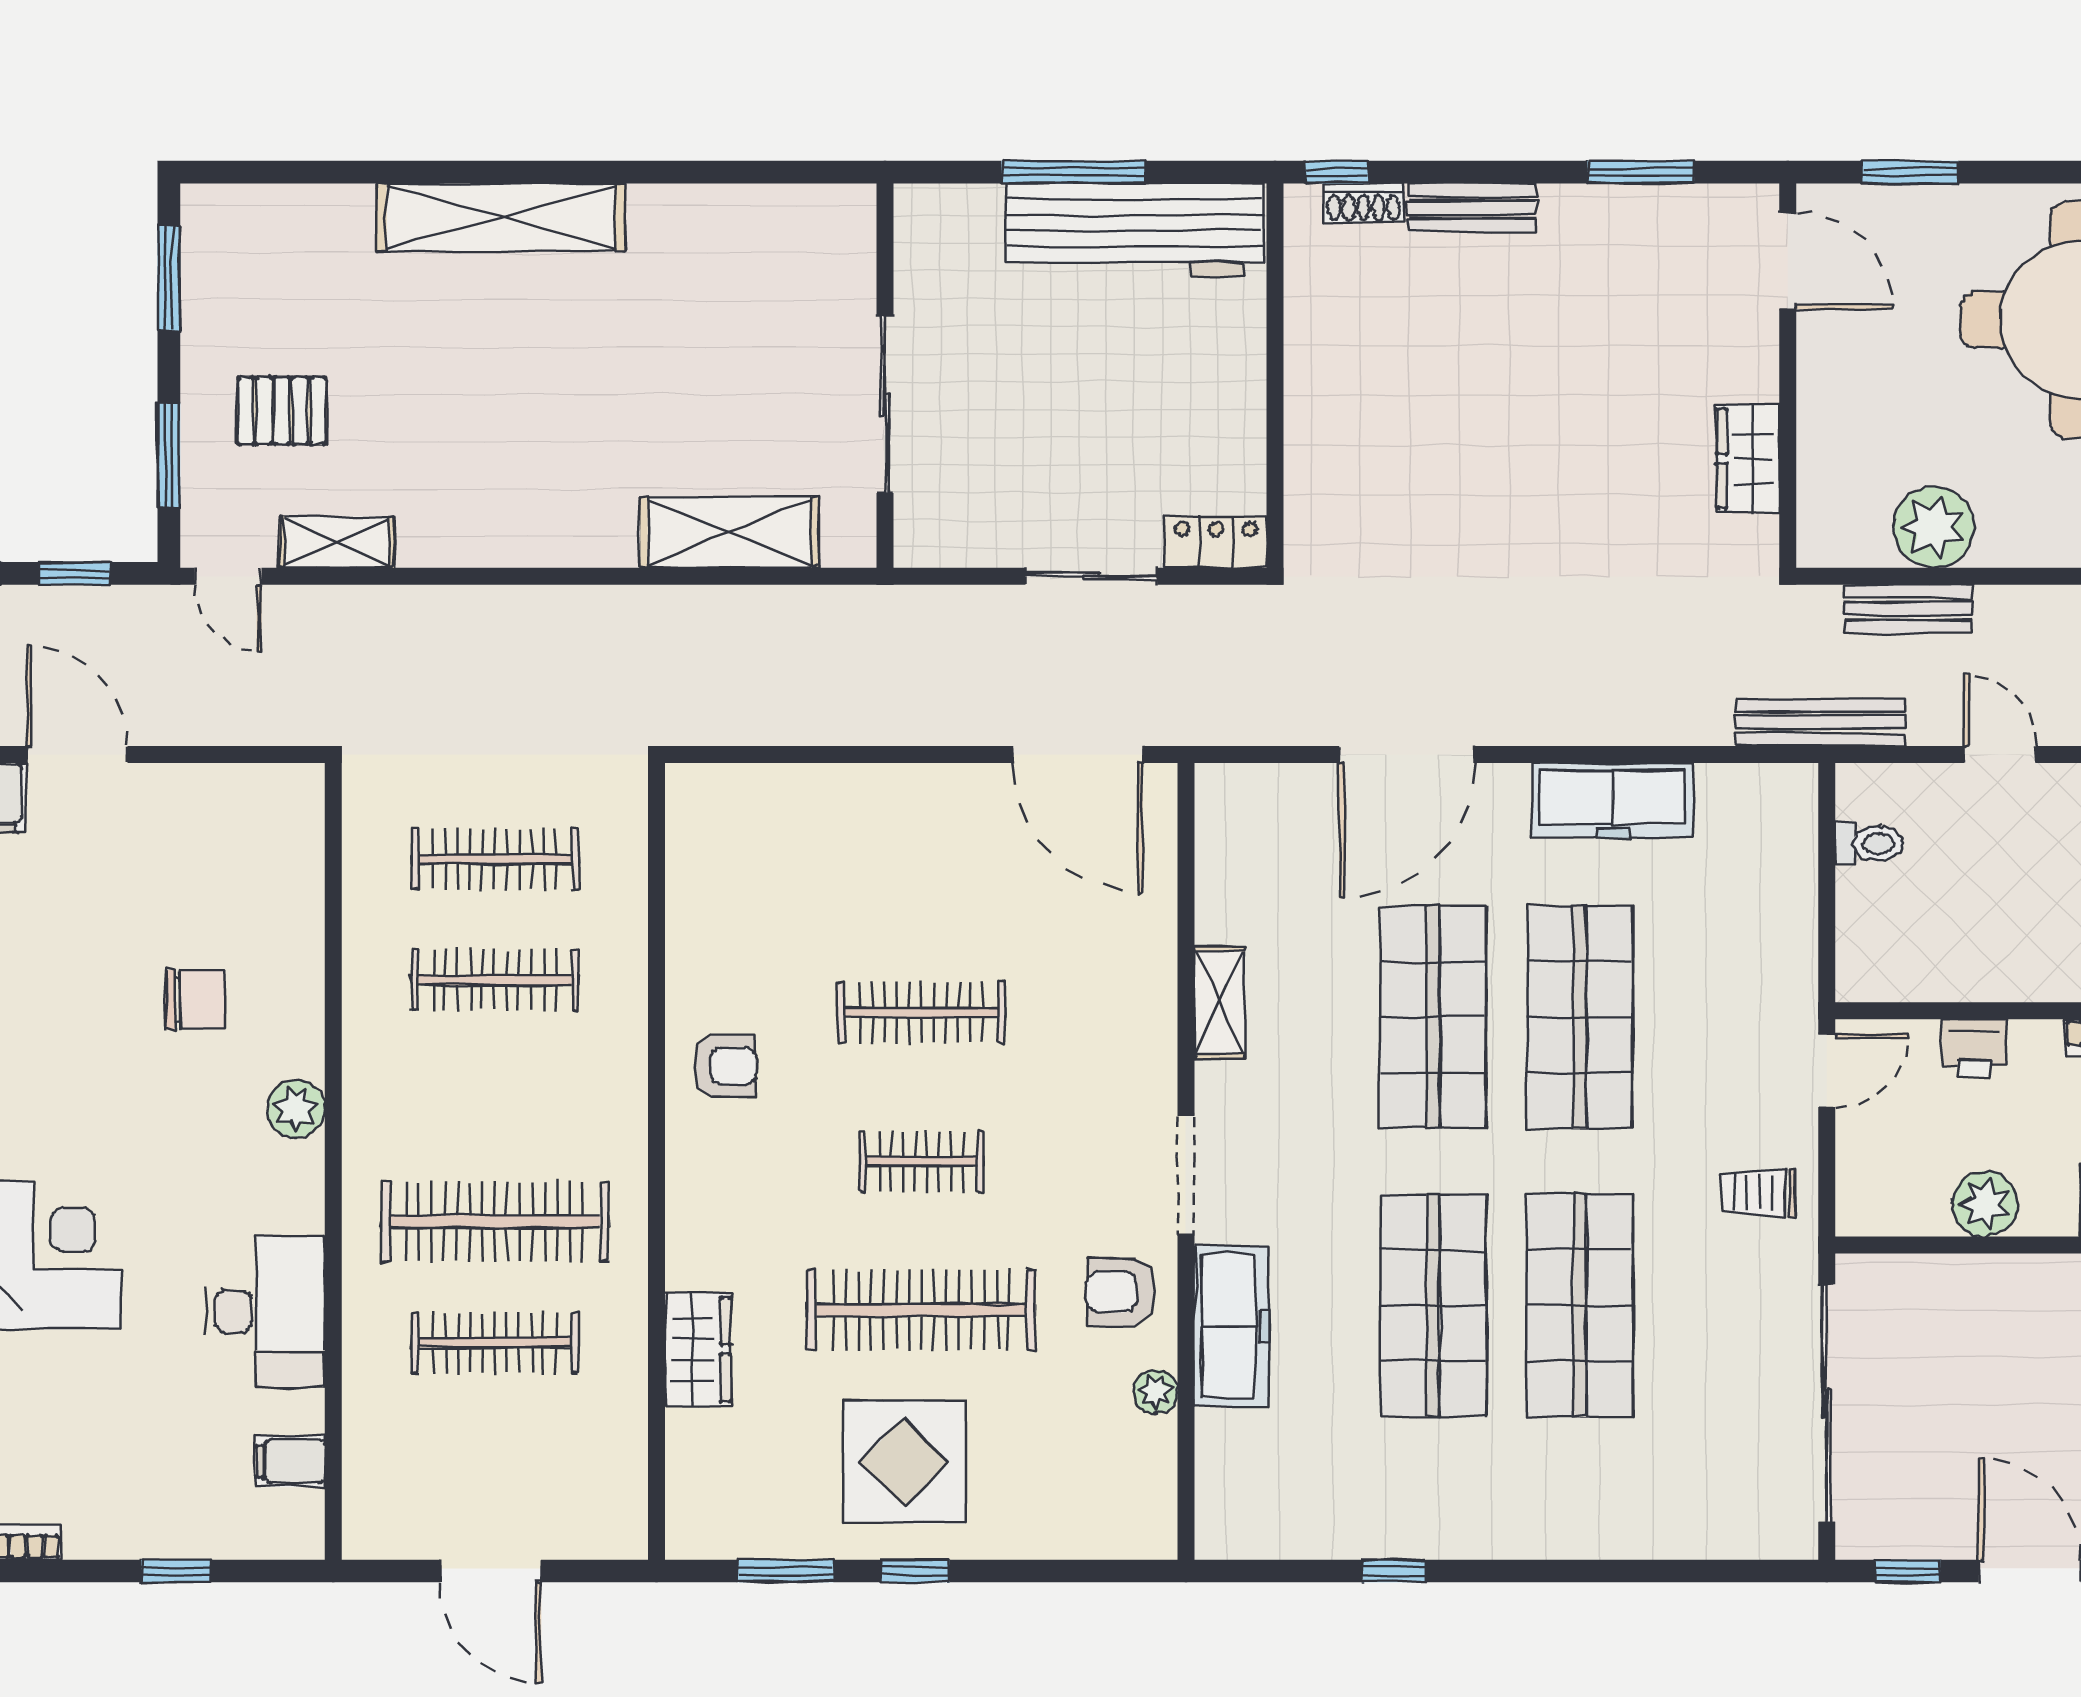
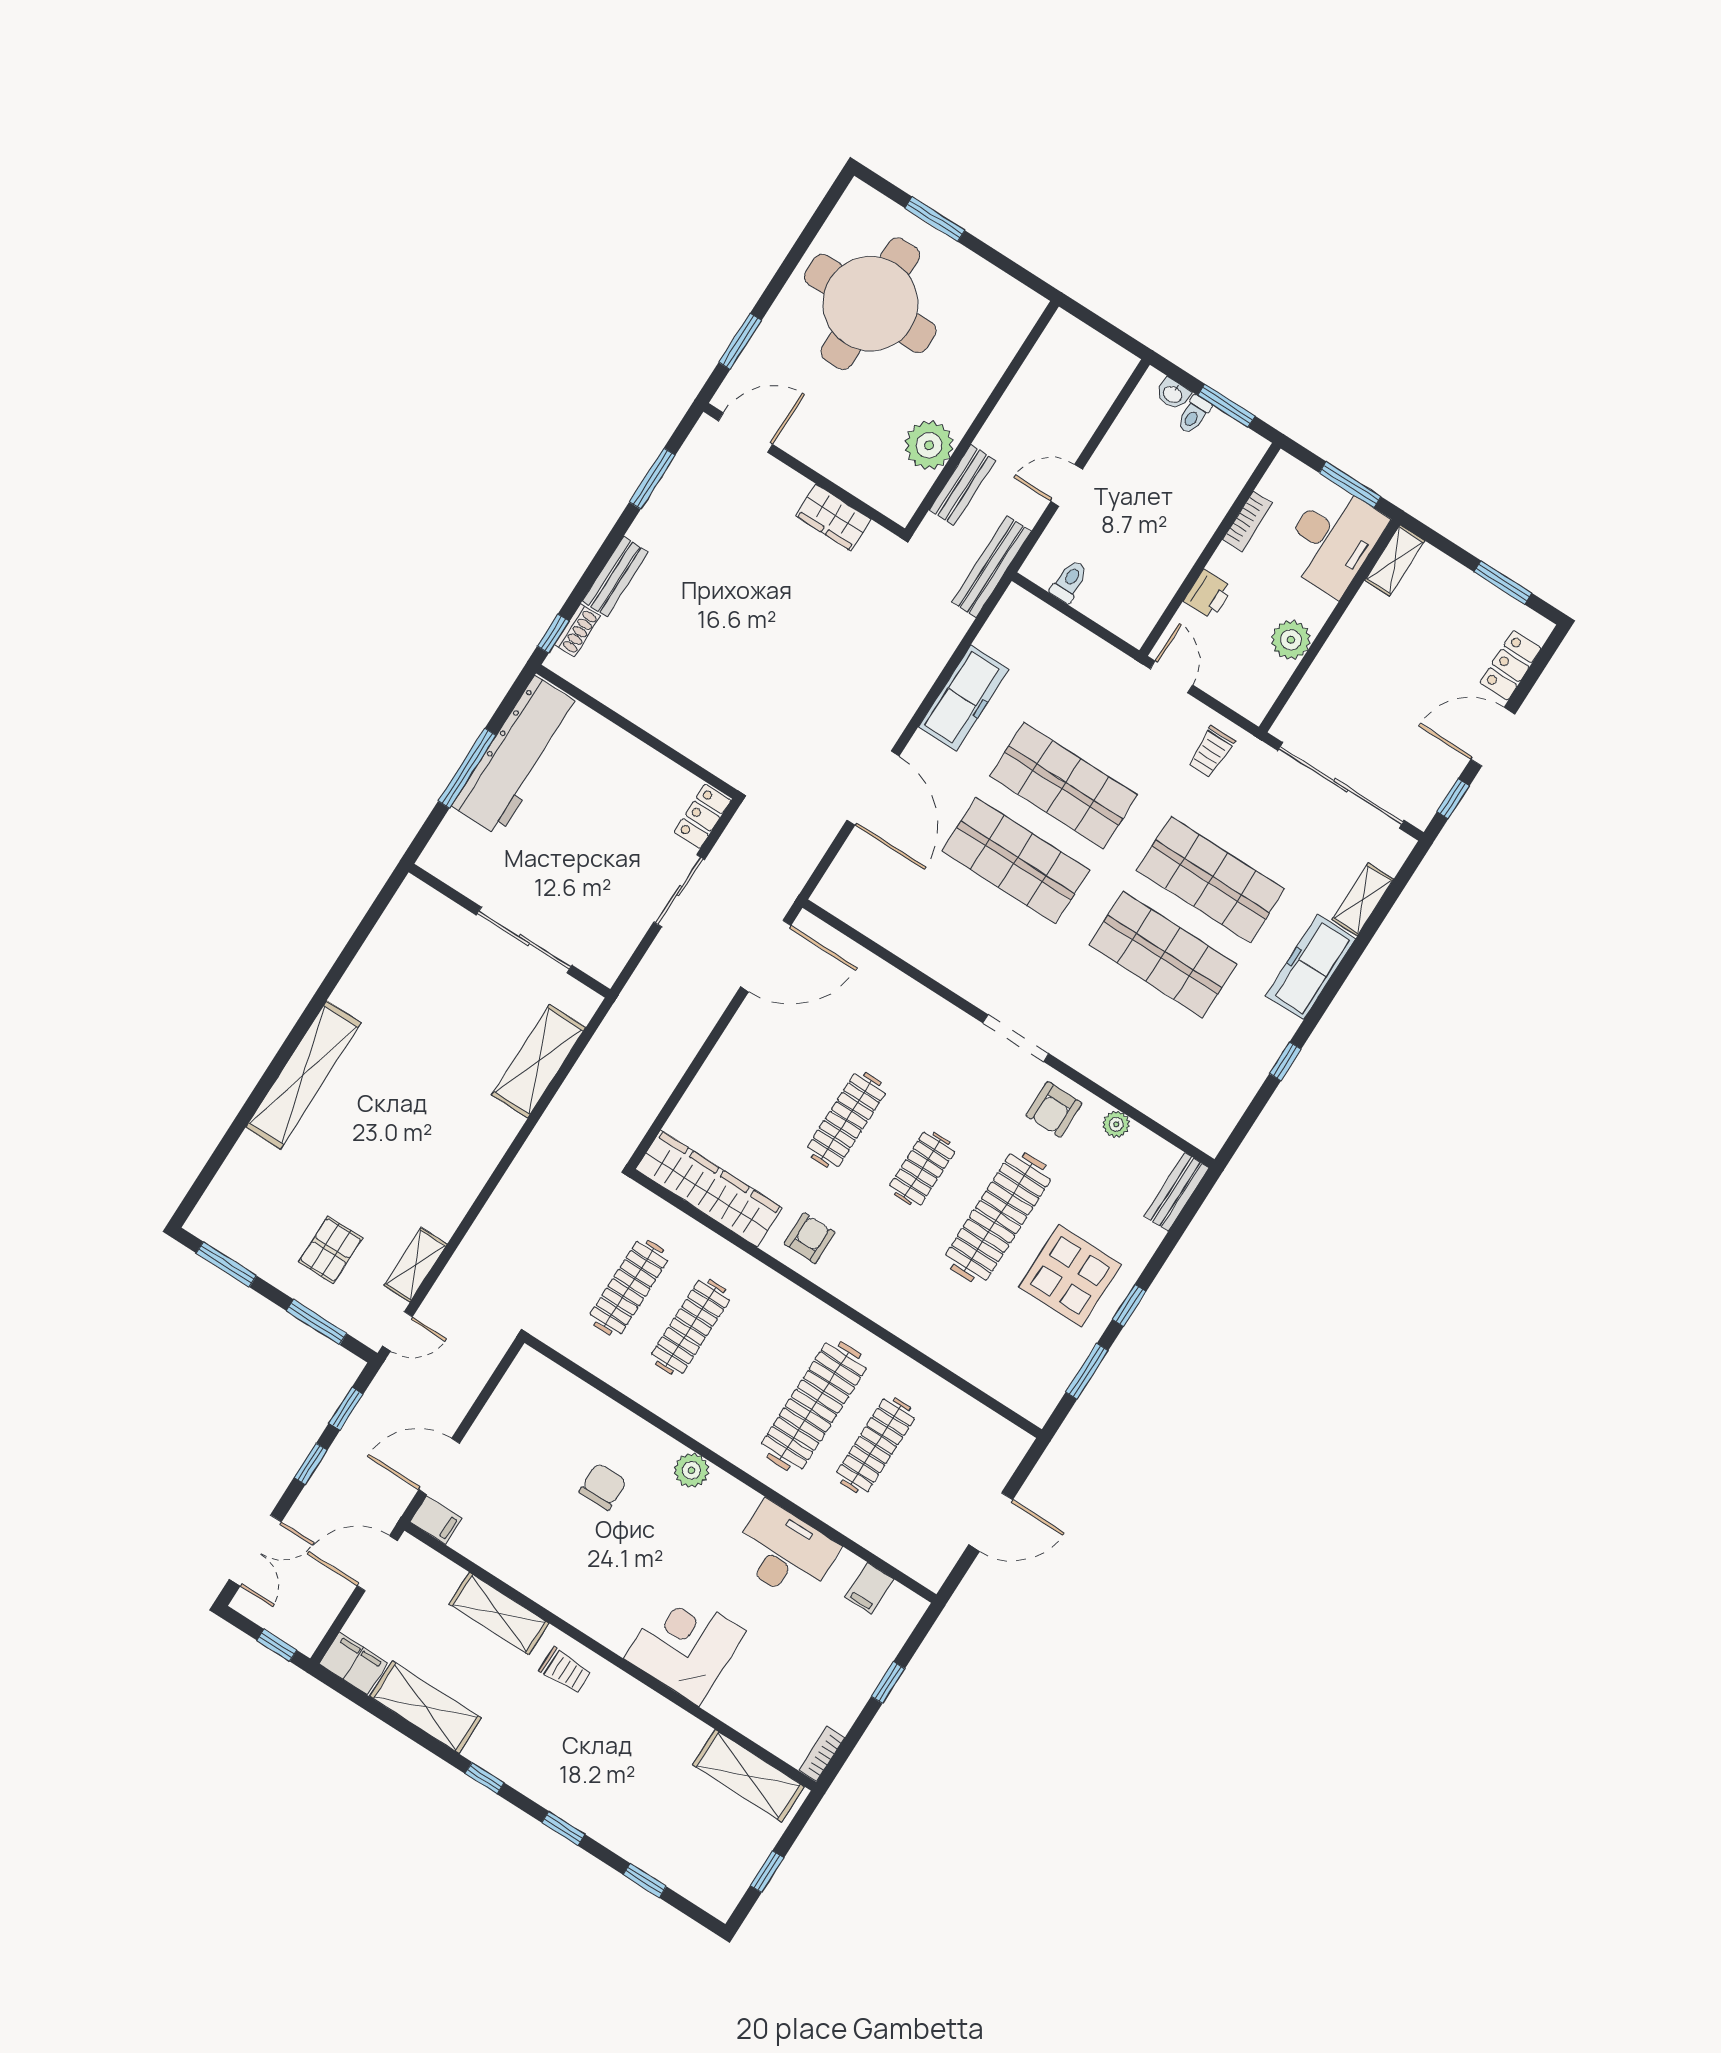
shelving: (1219, 1003) -> (1363, 899), moved, turned 90
freezer: (1232, 1326) -> (1311, 967), moved, turned -90
wardrobe: (698, 1350) -> (709, 1189), moved, width x2.10, depth x1.17
bench: (1115, 1536) -> (1177, 1192), added

